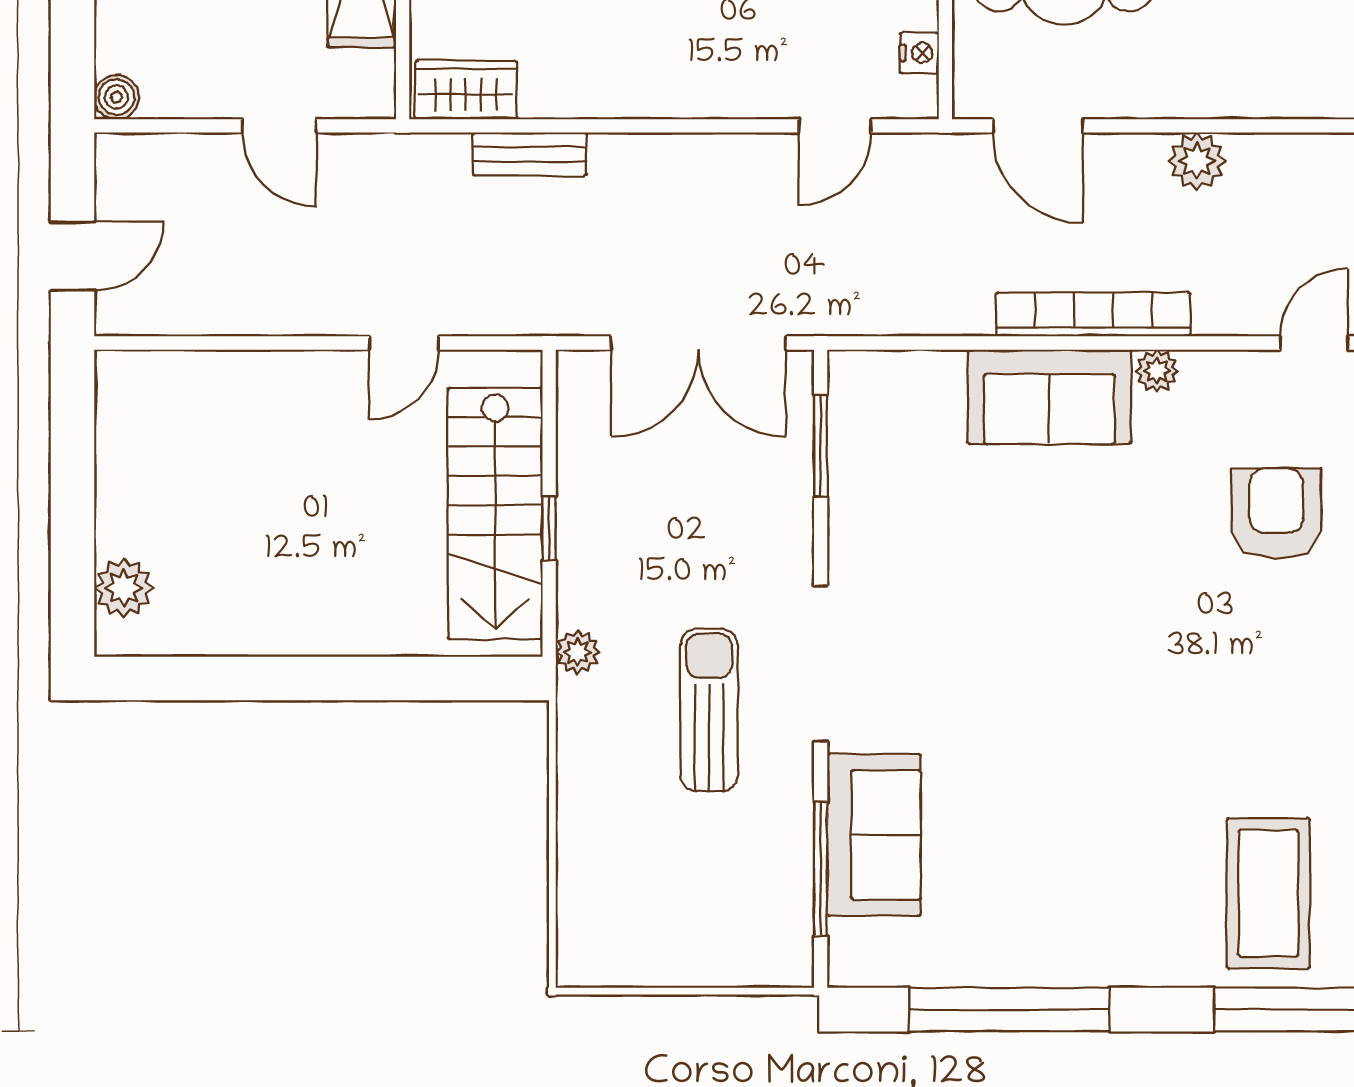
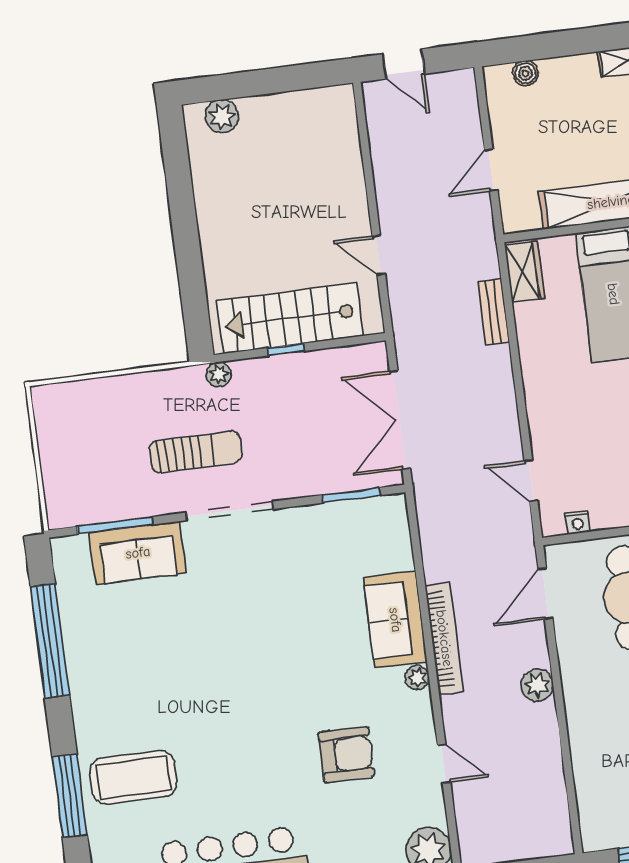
boiler: (117, 97) -> (526, 73), moved

